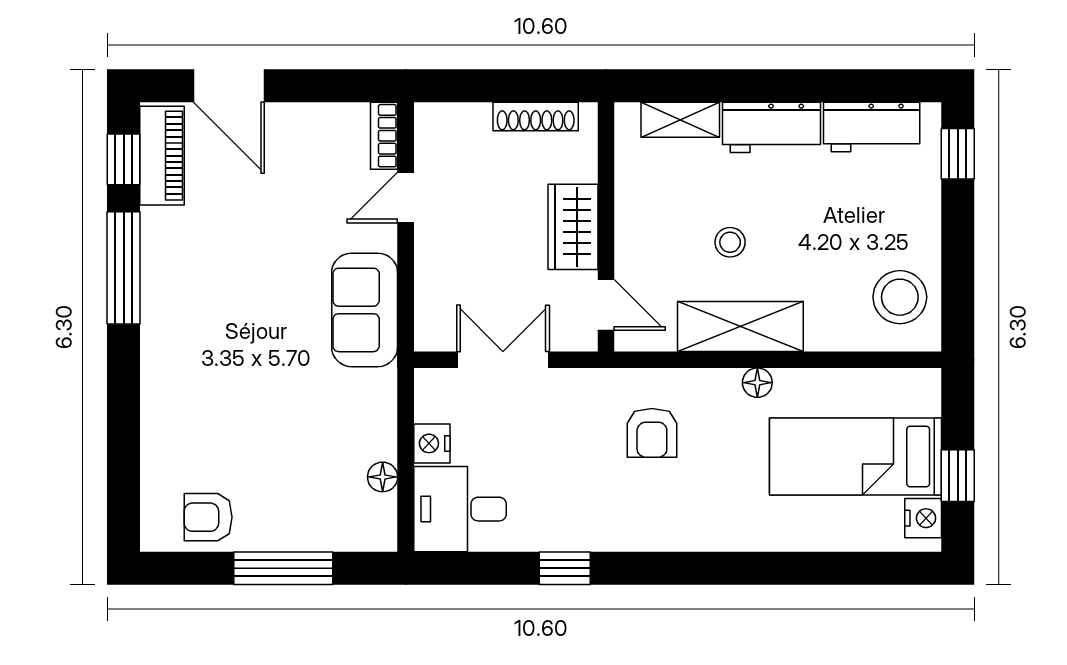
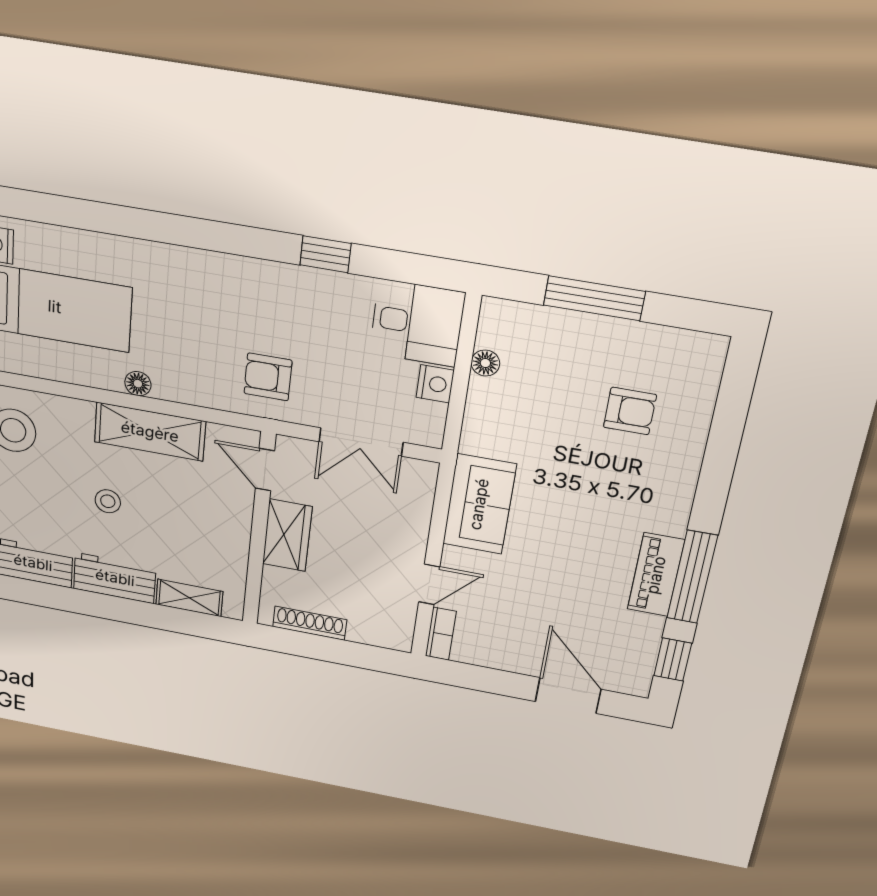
piano: (162, 156) -> (656, 575), moved
stool: (730, 242) -> (108, 501), moved
armchair: (652, 433) -> (268, 377), moved, turned -90
armchair: (208, 517) -> (630, 411), moved

